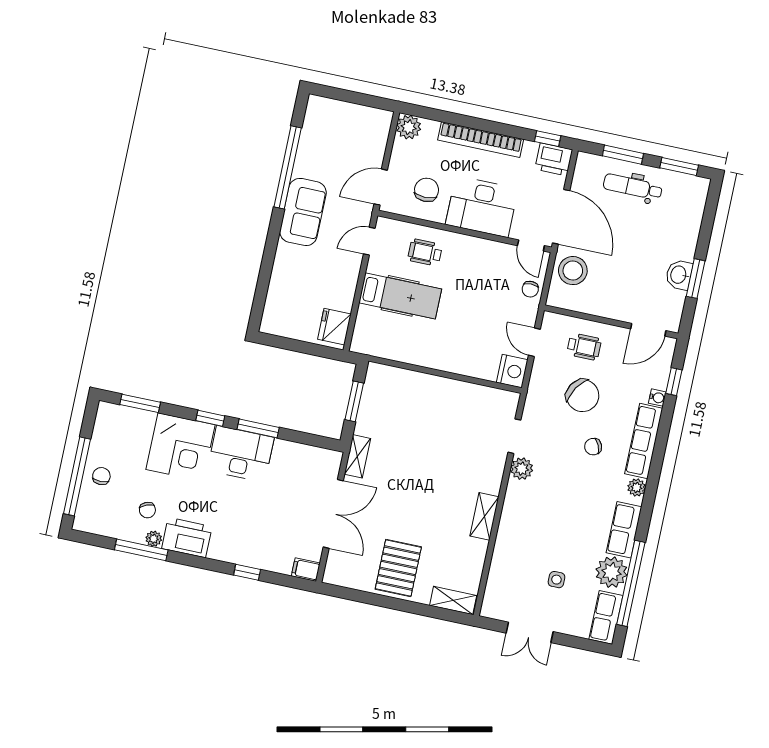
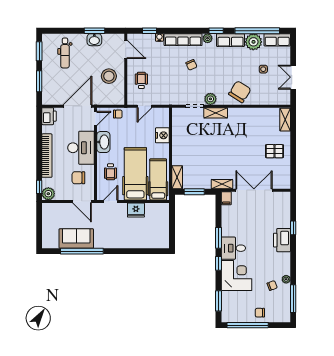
window: (548, 139) -> (39, 187), moved
dental chair: (633, 187) -> (65, 53), moved
sofa: (303, 212) -> (76, 238), moved
door: (369, 241) -> (111, 201), swing flipped
washbasin: (484, 251) -> (103, 142), added
stool: (573, 271) -> (109, 76), moved
hospital bed: (400, 296) -> (135, 174), width x1.37, depth x1.29
fridge: (334, 327) -> (136, 210), moved
hospital bed: (392, 339) -> (158, 179), added
nightstand: (512, 371) -> (162, 135), moved, turned 90
shelving: (388, 375) -> (177, 177), added
chair: (583, 396) -> (240, 92), moved
desk: (241, 454) -> (233, 248), width x0.73
window: (77, 476) -> (248, 325), moved
window: (647, 507) -> (216, 31), added
shelving: (484, 516) -> (216, 113), moved
printer: (187, 538) -> (282, 240), moved
window: (141, 550) -> (293, 299), moved
pallet: (398, 568) -> (275, 151), width x0.67, depth x0.71
filing cabinet: (306, 570) -> (226, 198), moved
double door: (530, 632) -> (293, 77), swing flipped

